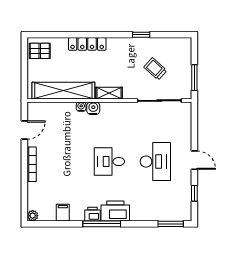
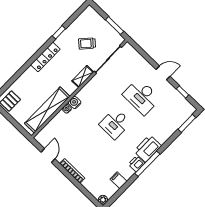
locker: (87, 44) -> (45, 57), moved
shelving: (109, 93) -> (83, 76), moved
desk: (155, 162) -> (141, 97), turned 180

